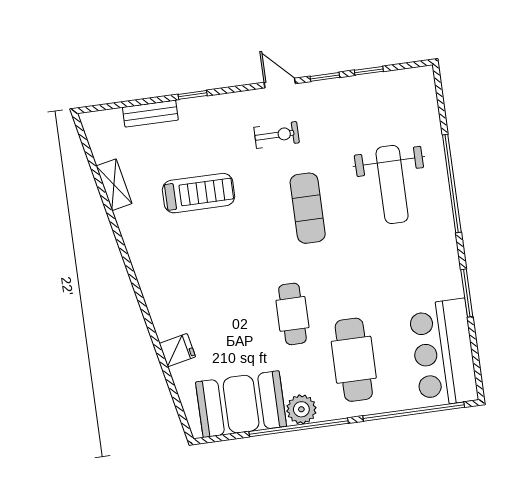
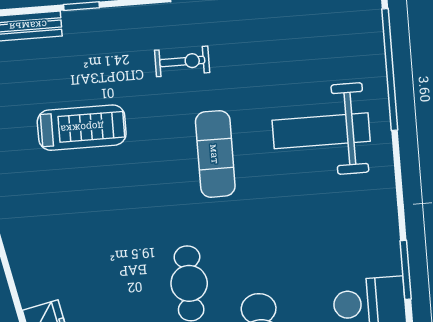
window: (452, 184) -> (390, 69), moved
weight bench: (392, 185) -> (321, 131), turned 90

